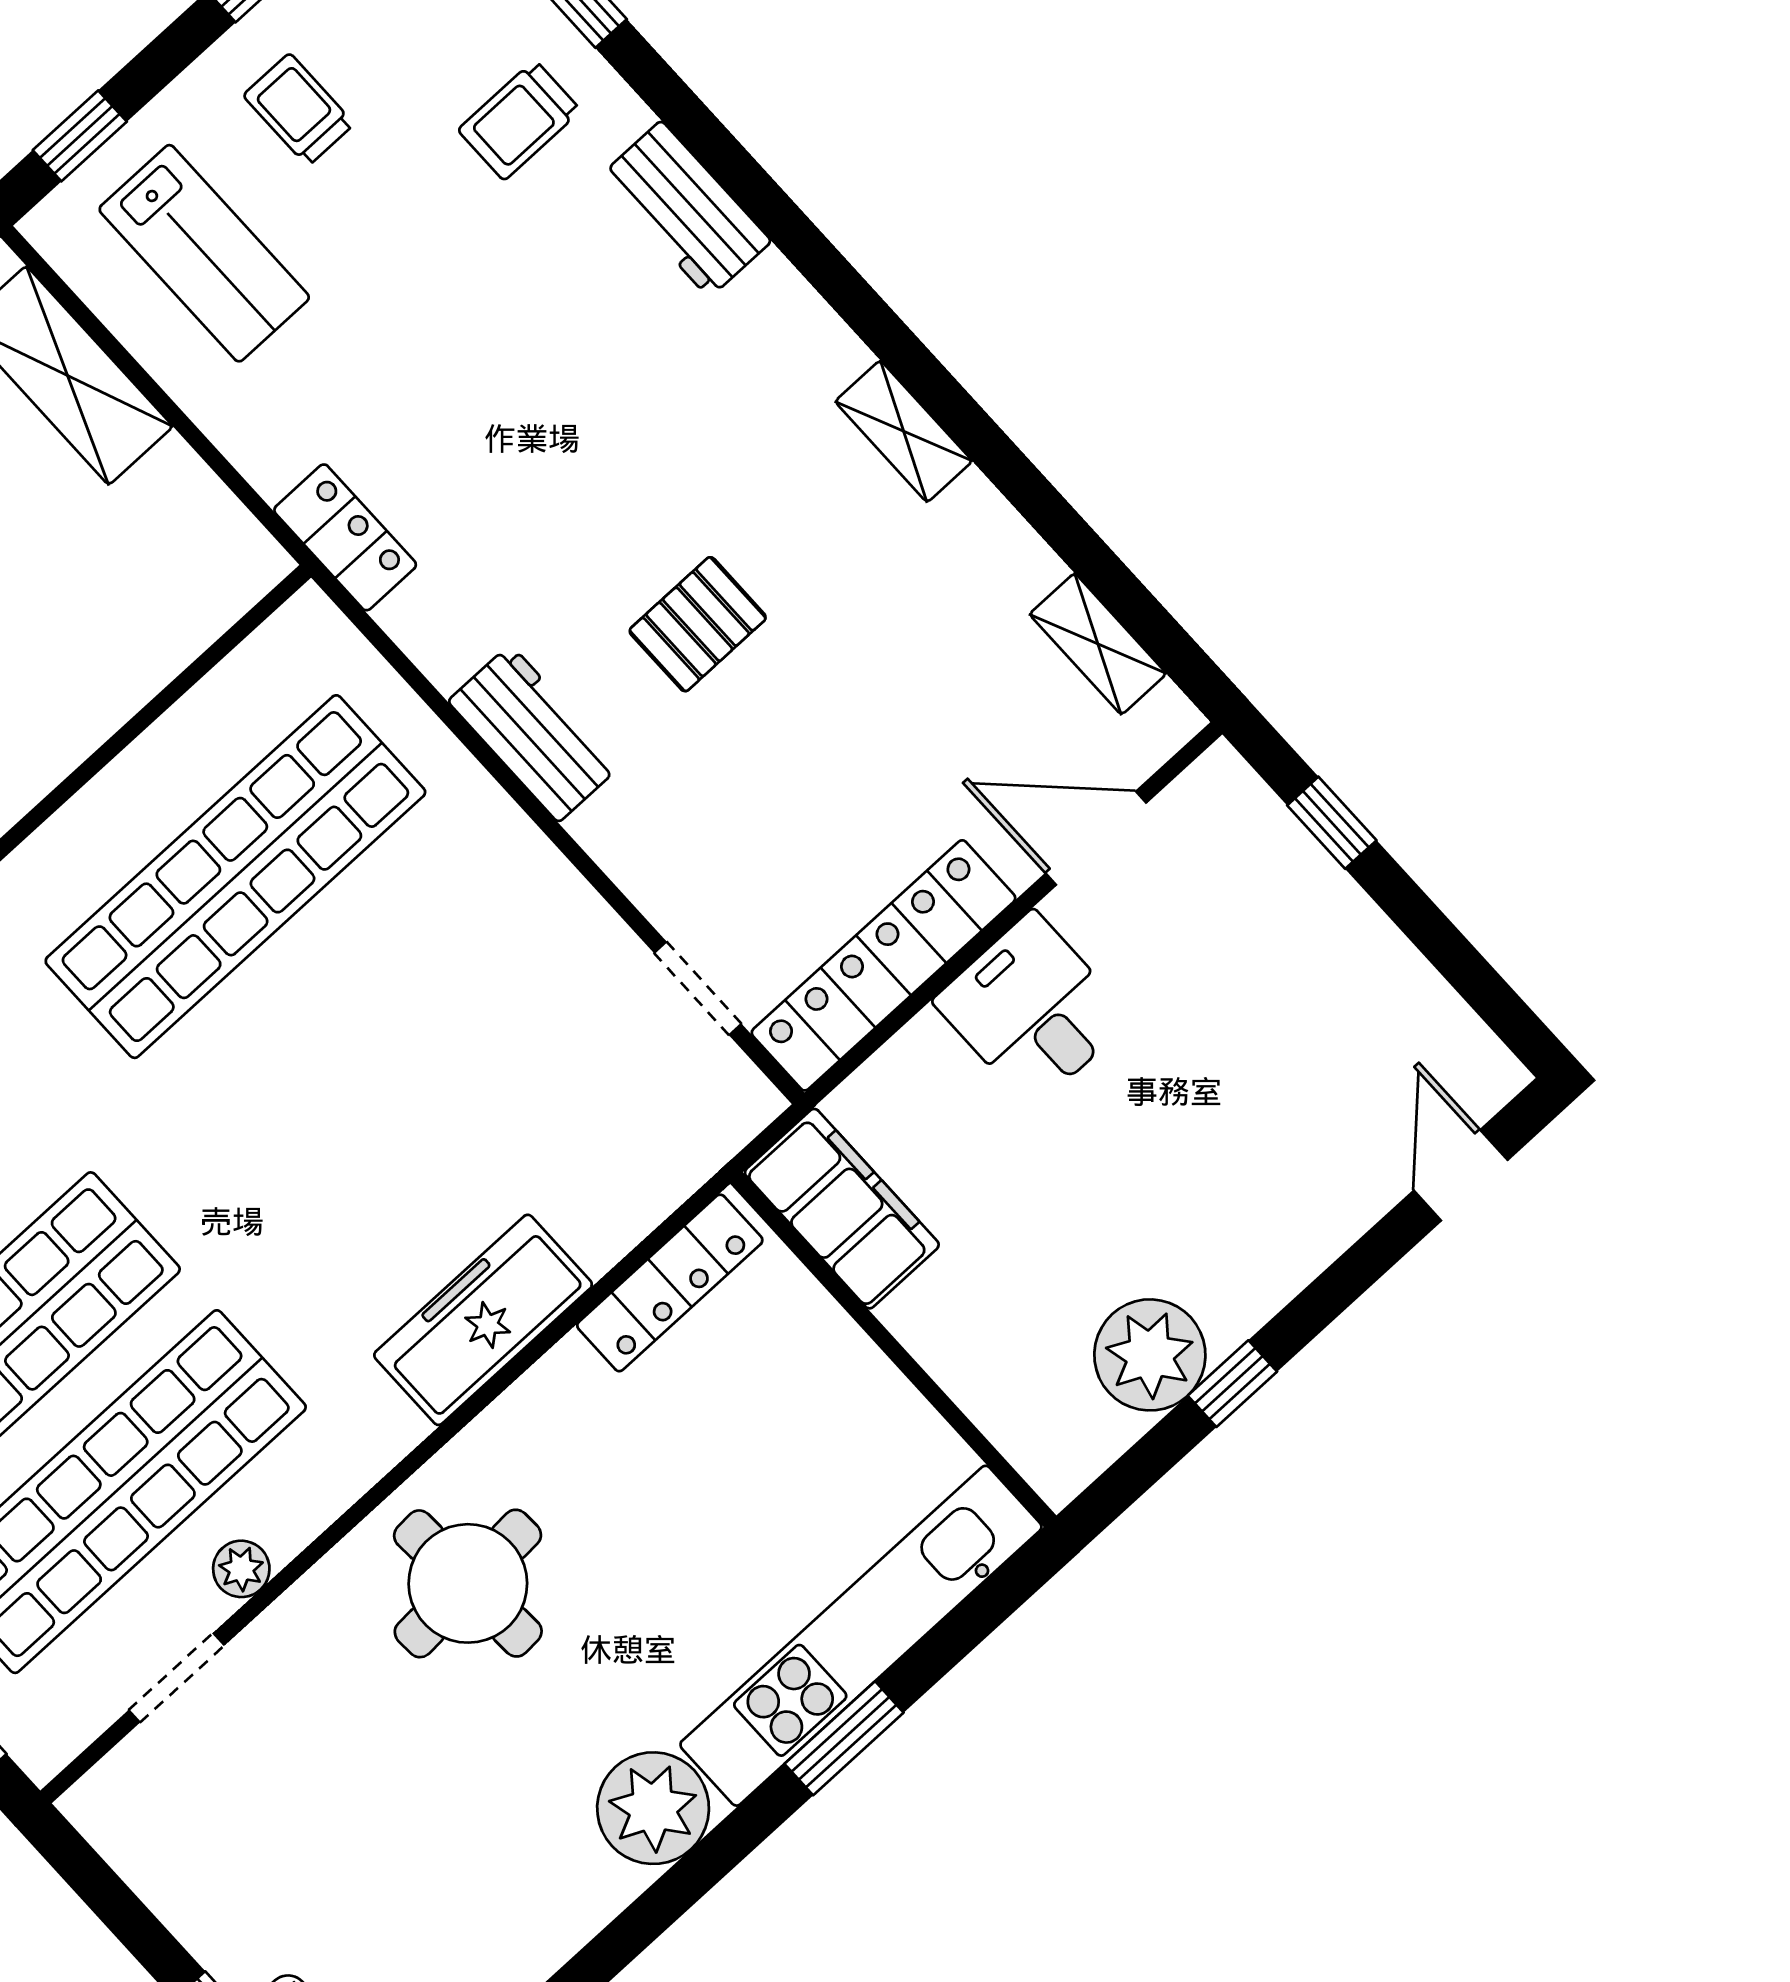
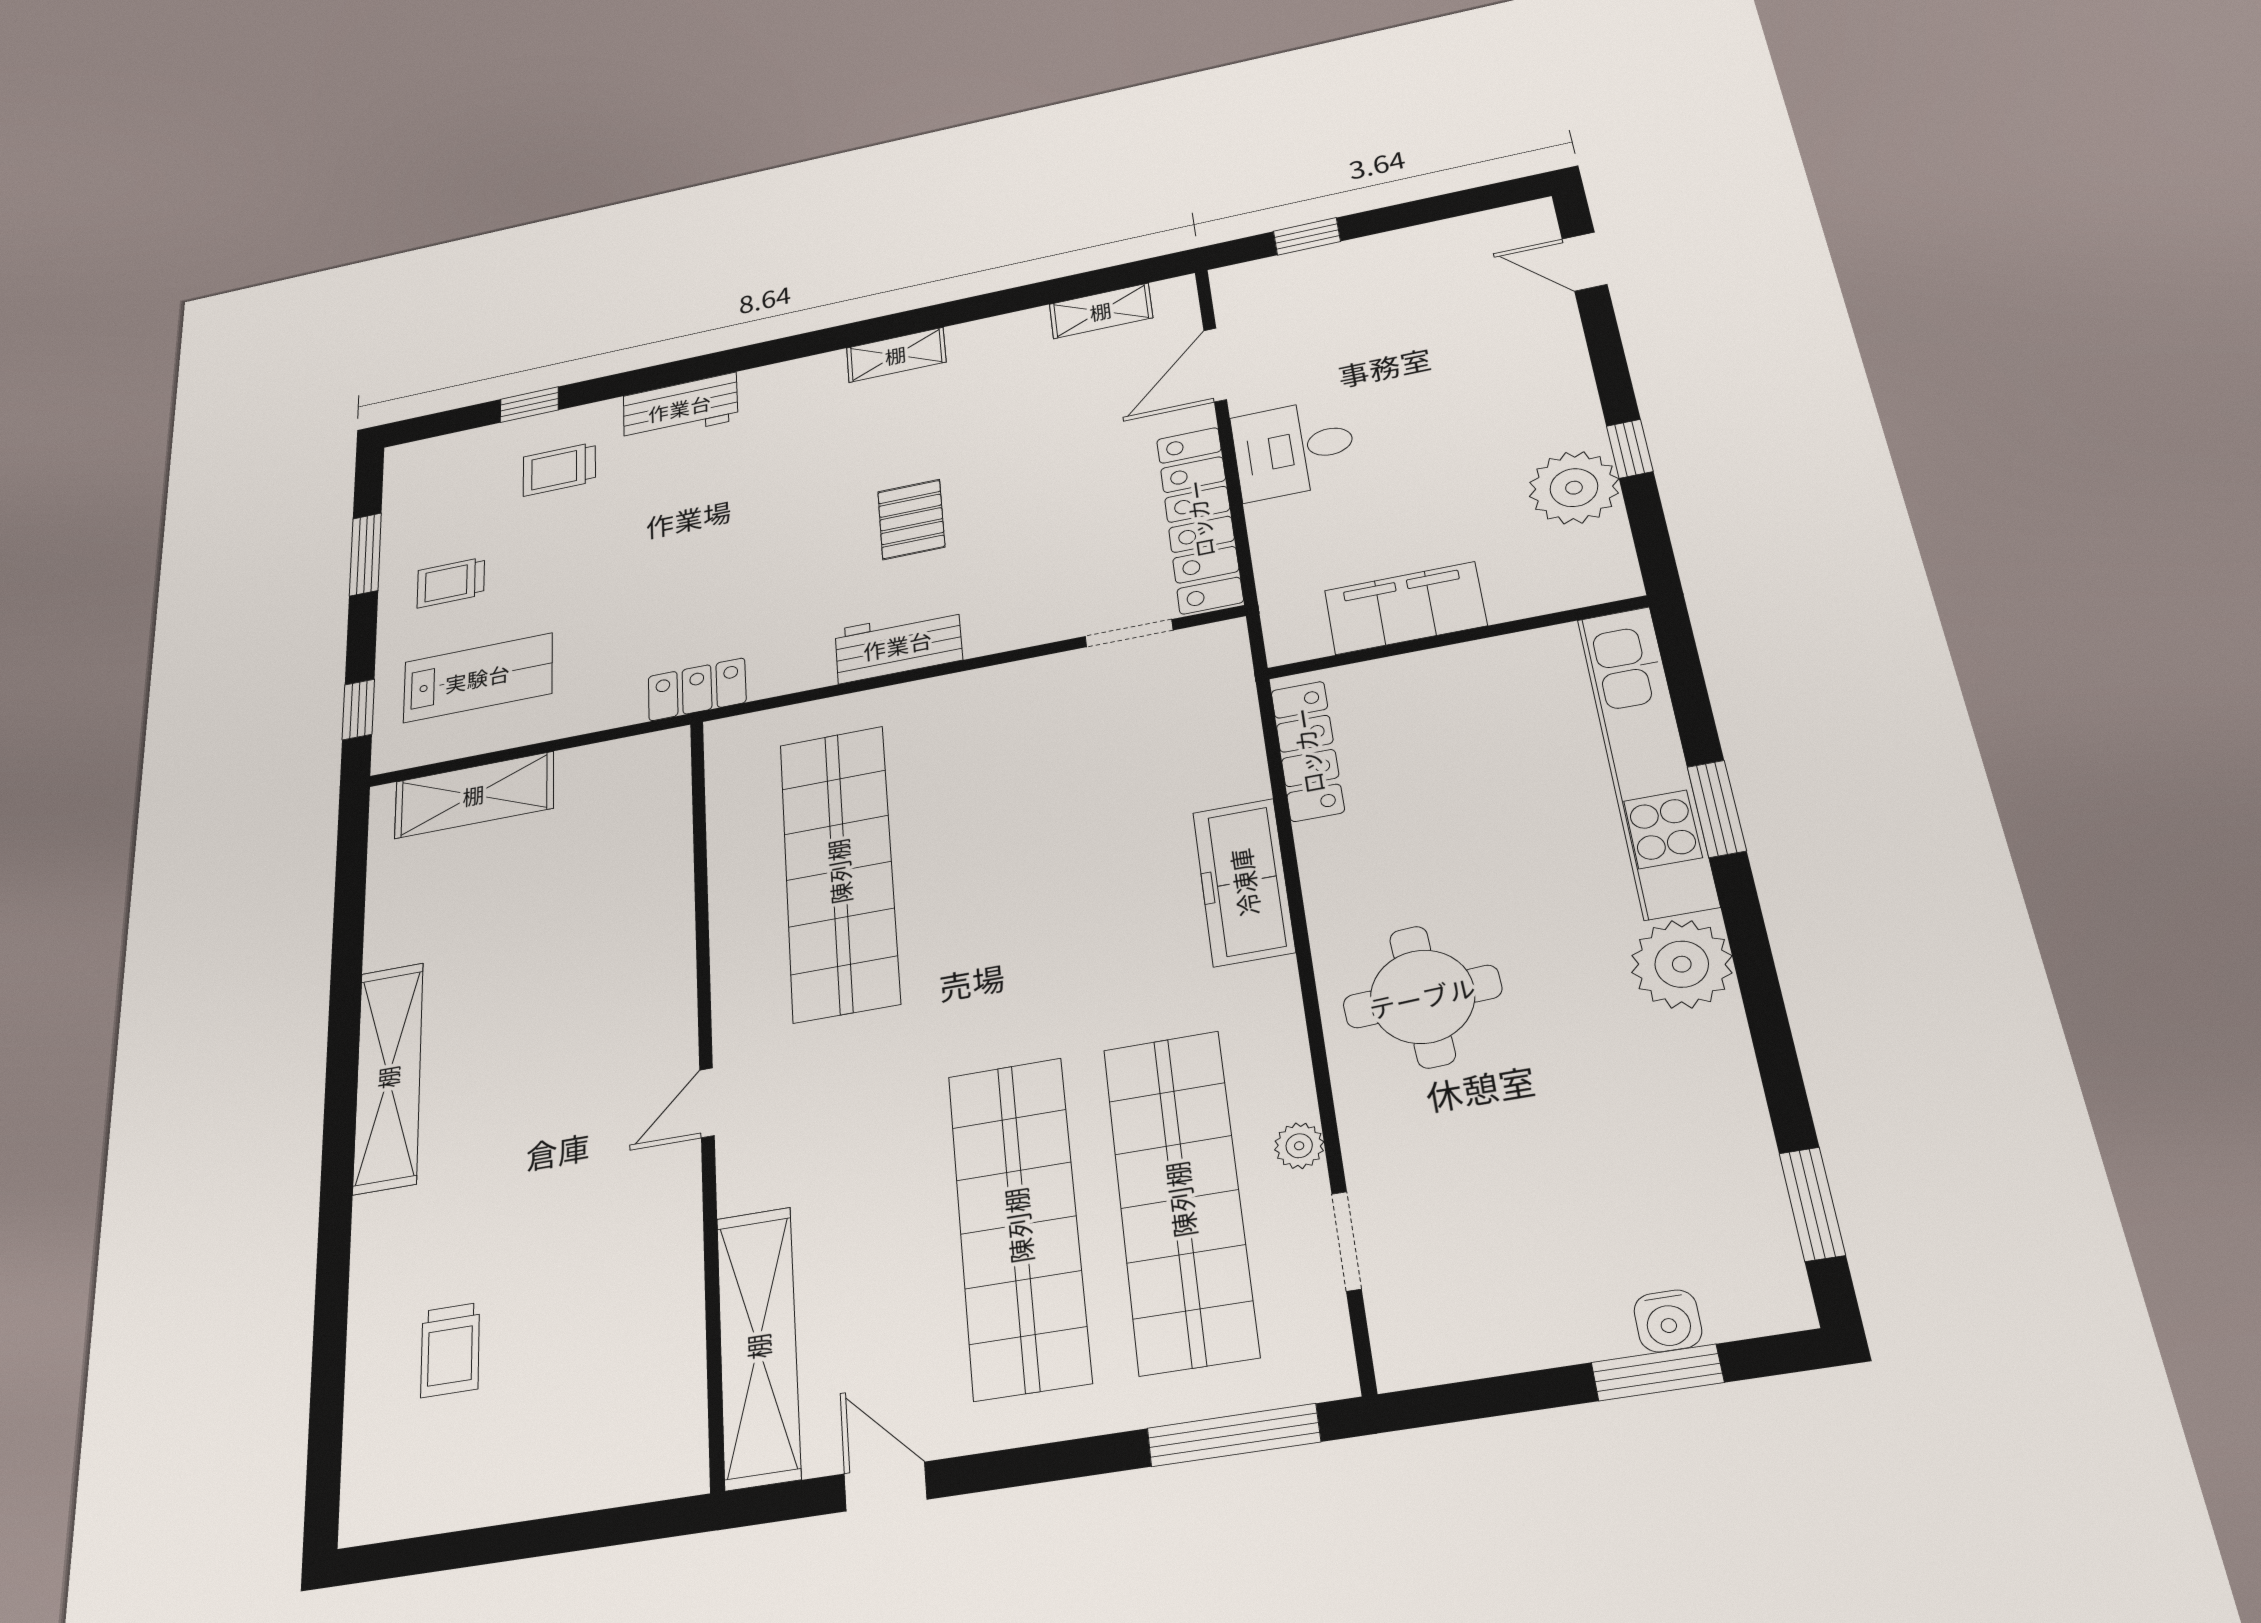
trolley: (519, 120) -> (559, 469), turned 90
filing cabinet: (842, 1209) -> (1405, 608), moved

